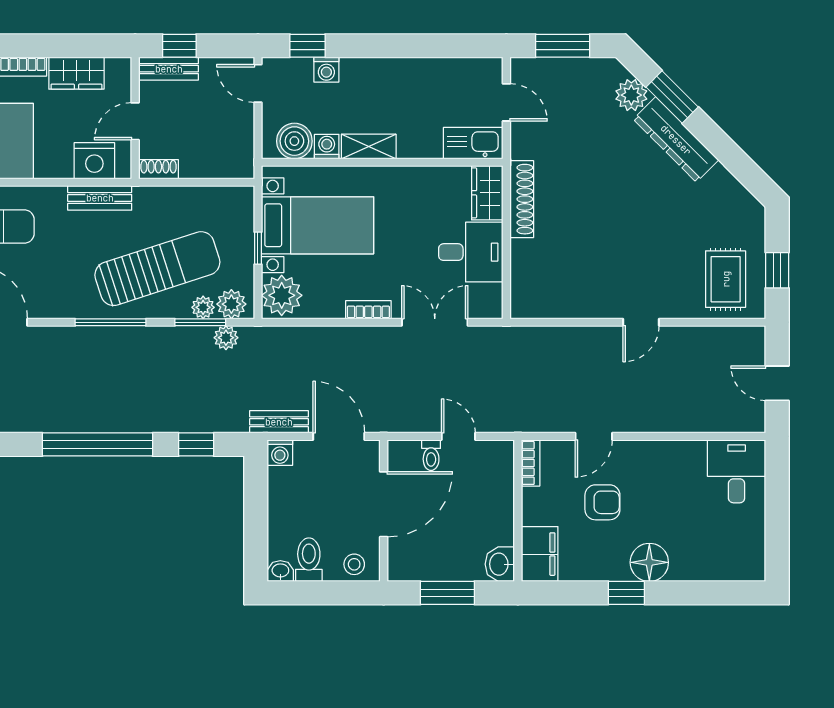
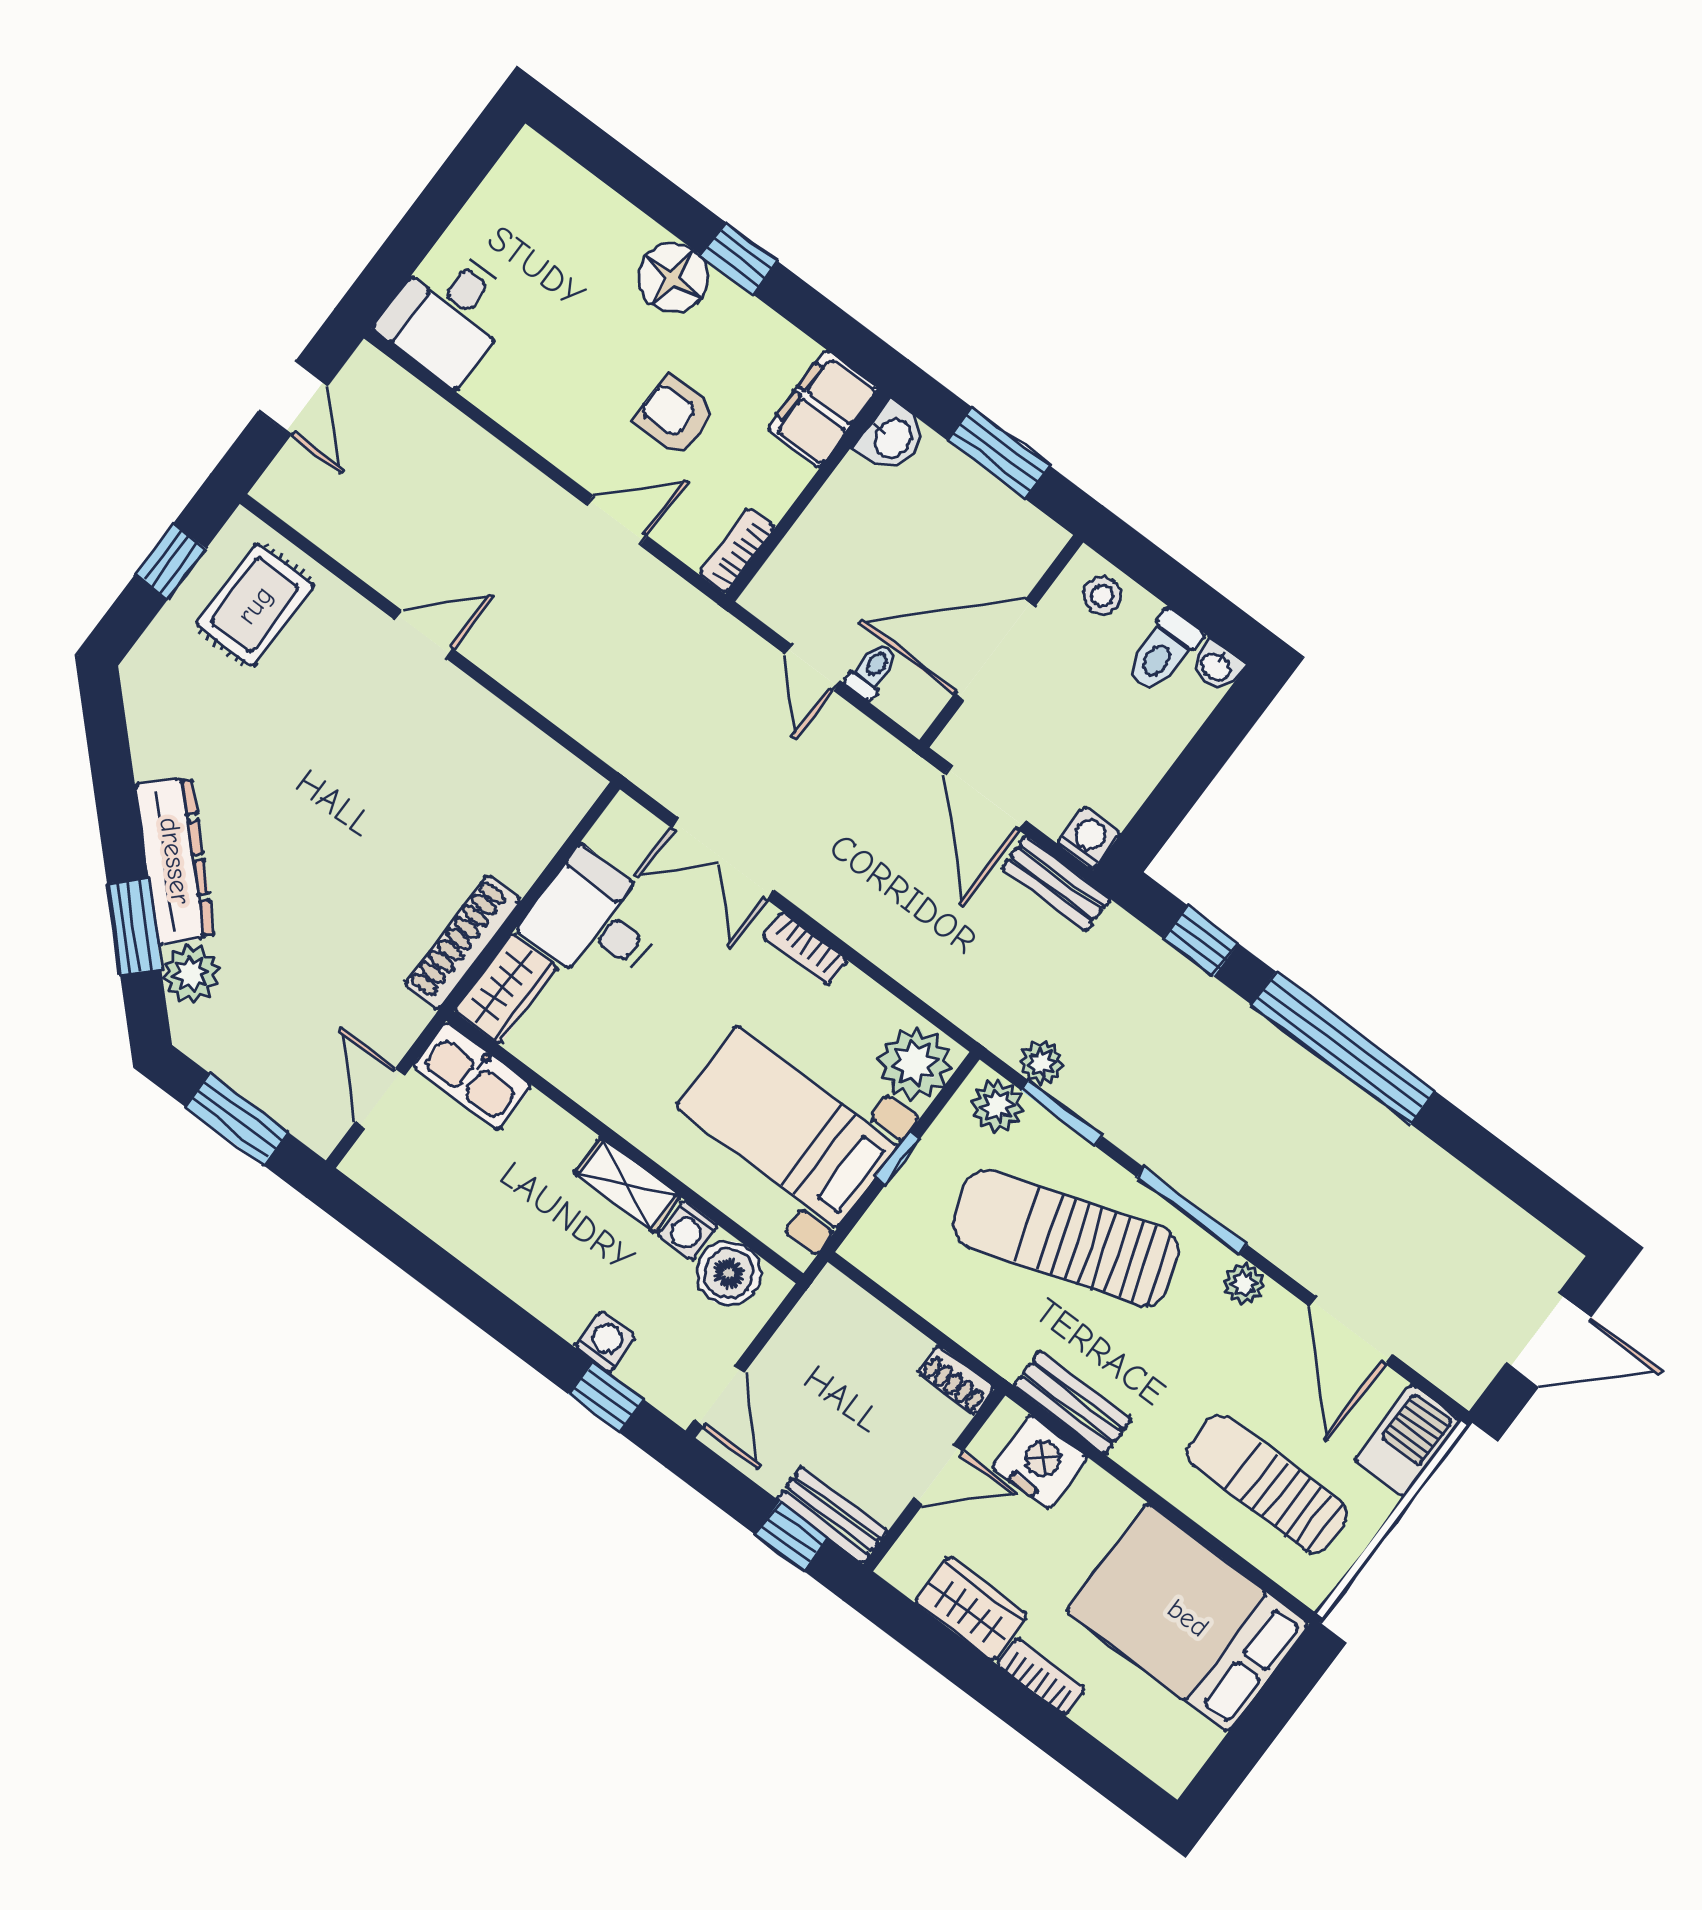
plant: (203, 307) -> (1244, 1284), moved

